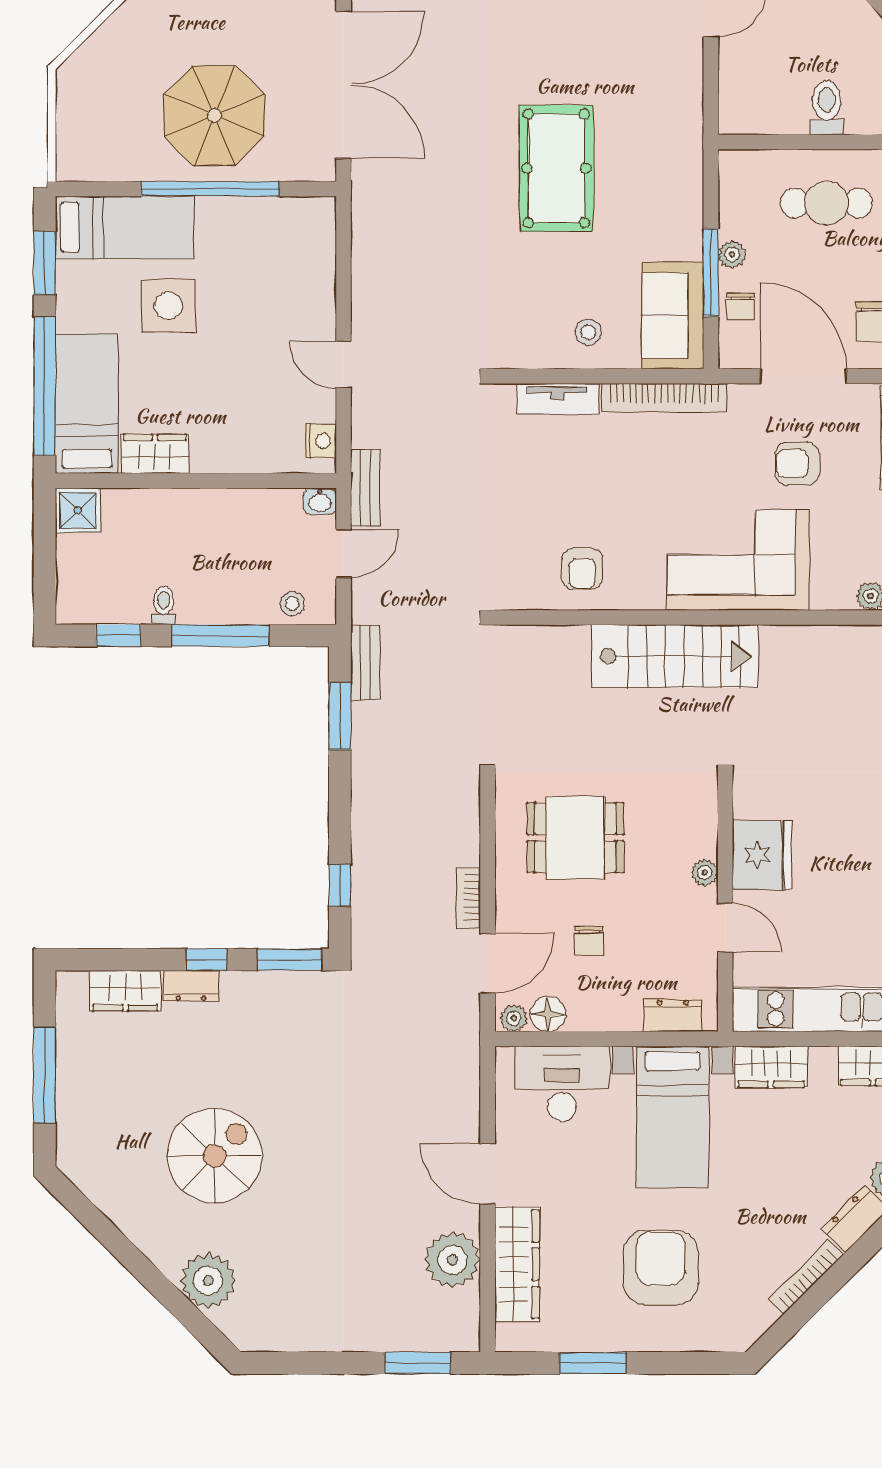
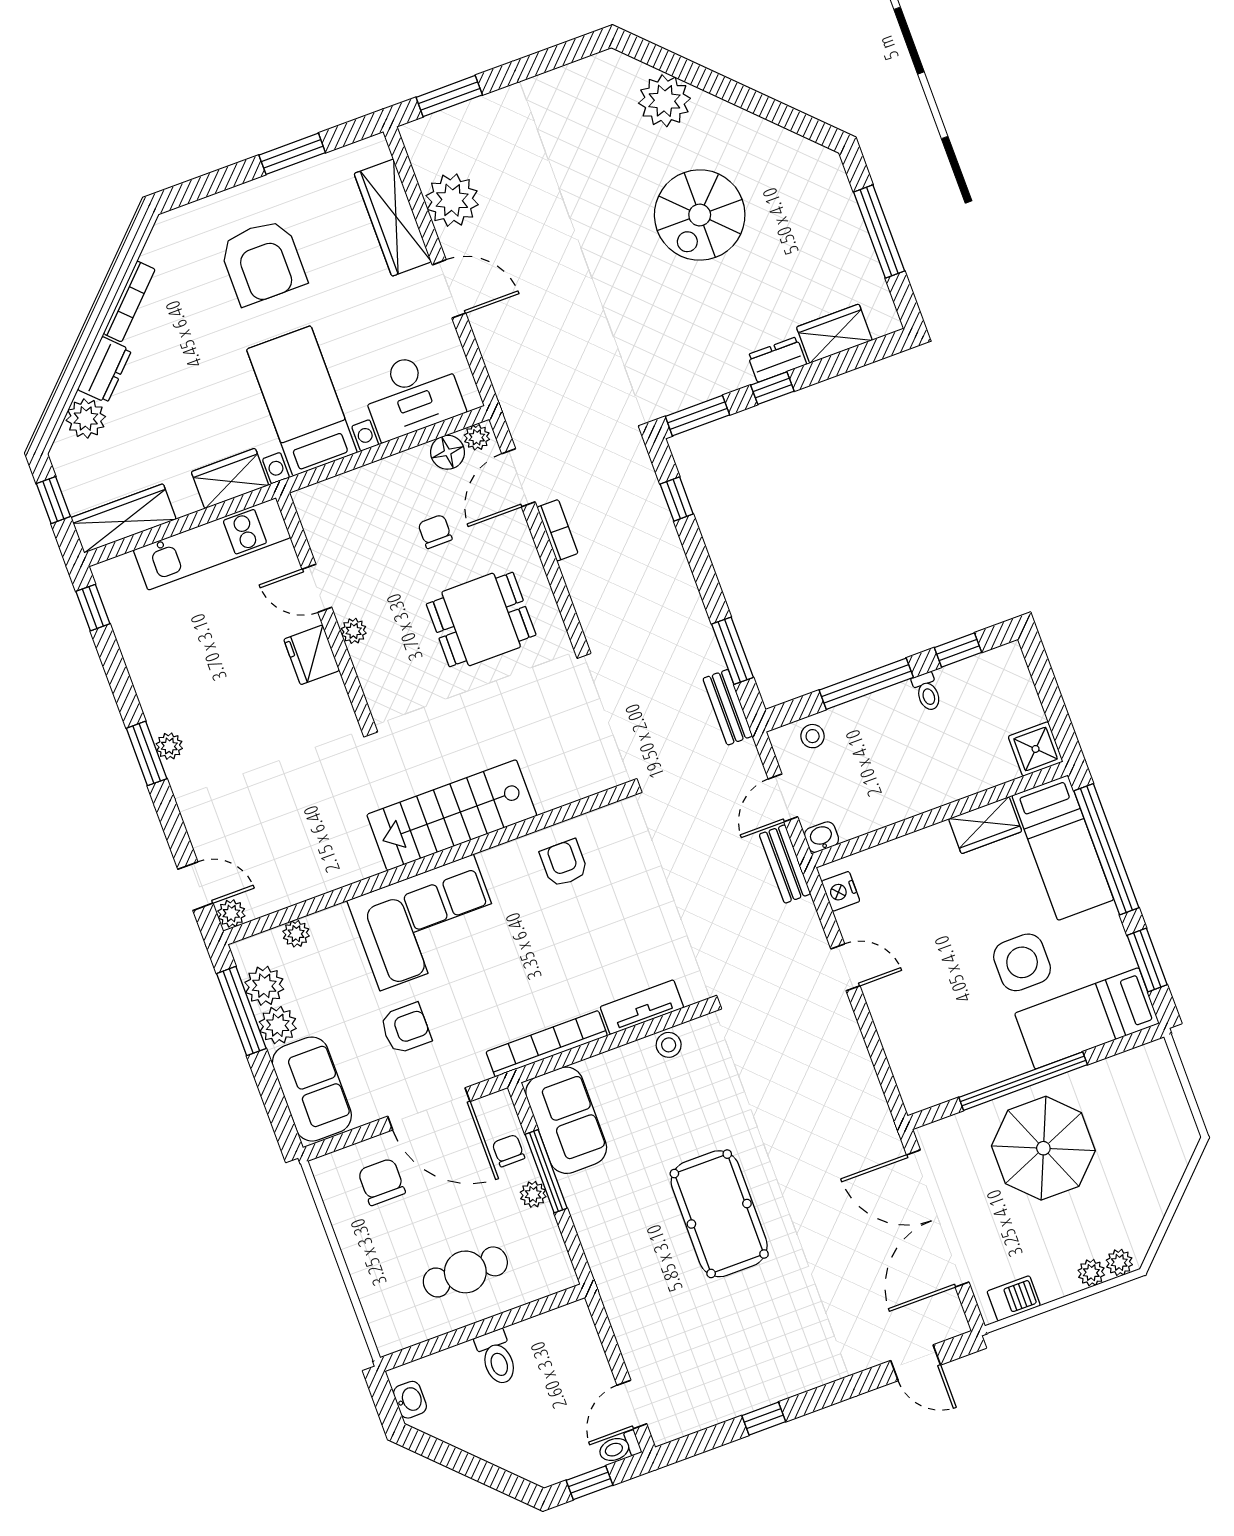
stool: (588, 332) -> (669, 1045), moved
fridge: (762, 855) -> (312, 655), width x0.73, depth x0.75
dresser: (673, 1015) -> (335, 492), removed

